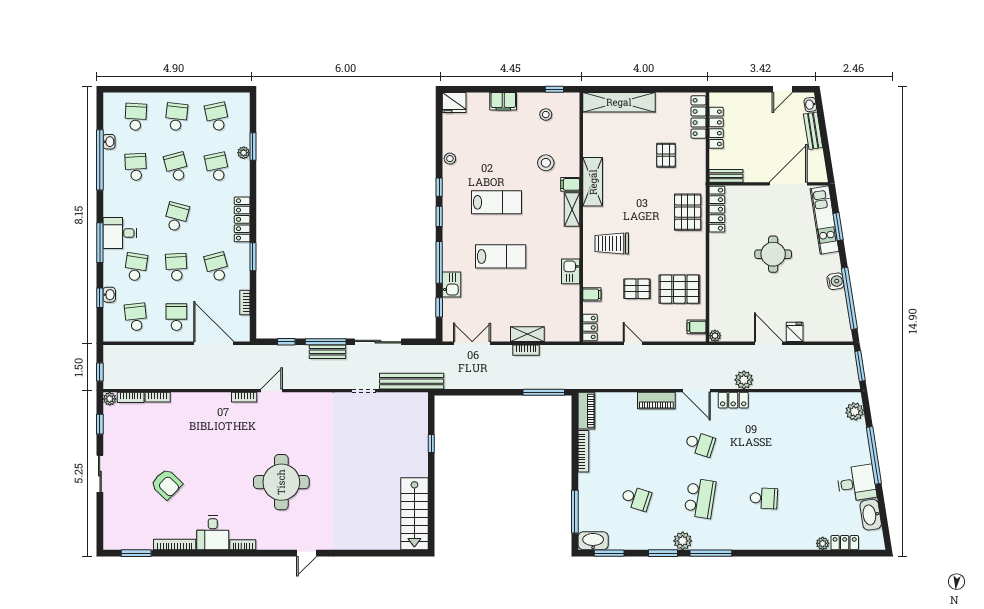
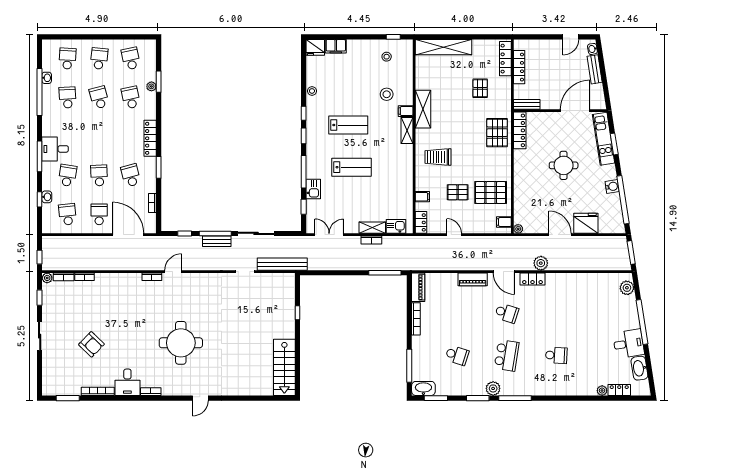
filing cabinet: (503, 101) -> (336, 46), moved
school desk: (176, 217) -> (99, 136), removed
kitchen sink: (571, 271) -> (396, 226), moved, turned 90
fridge: (795, 332) -> (586, 223), width x1.88, depth x1.34

